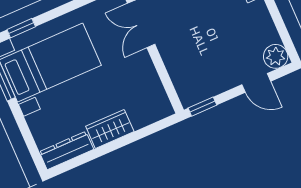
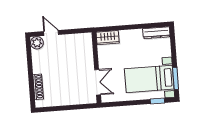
window: (202, 107) -> (82, 31), removed
wardrobe: (110, 129) -> (108, 38), moved

